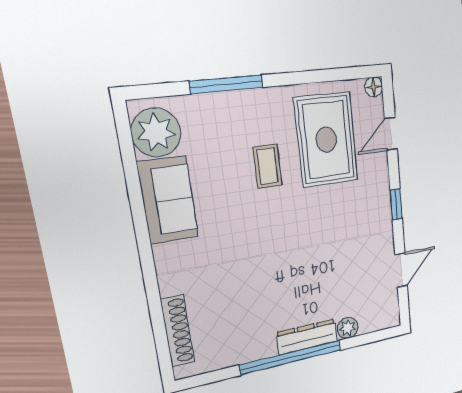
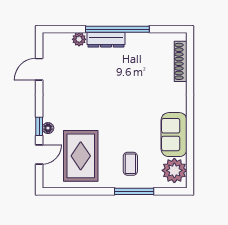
floor lamp: (374, 87) -> (48, 128), moved
coffee table: (267, 166) -> (130, 164), moved
window: (396, 204) -> (39, 126), moved

